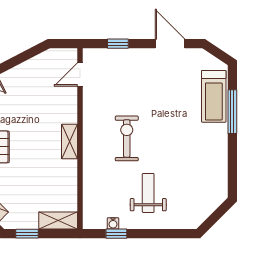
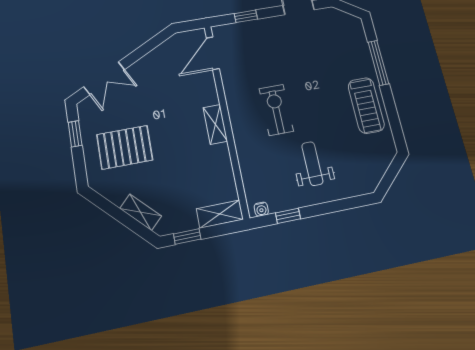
door: (80, 75) -> (213, 53), width x1.38
treadmill: (214, 96) -> (366, 105), moved
water cooler: (113, 223) -> (261, 209), moved

